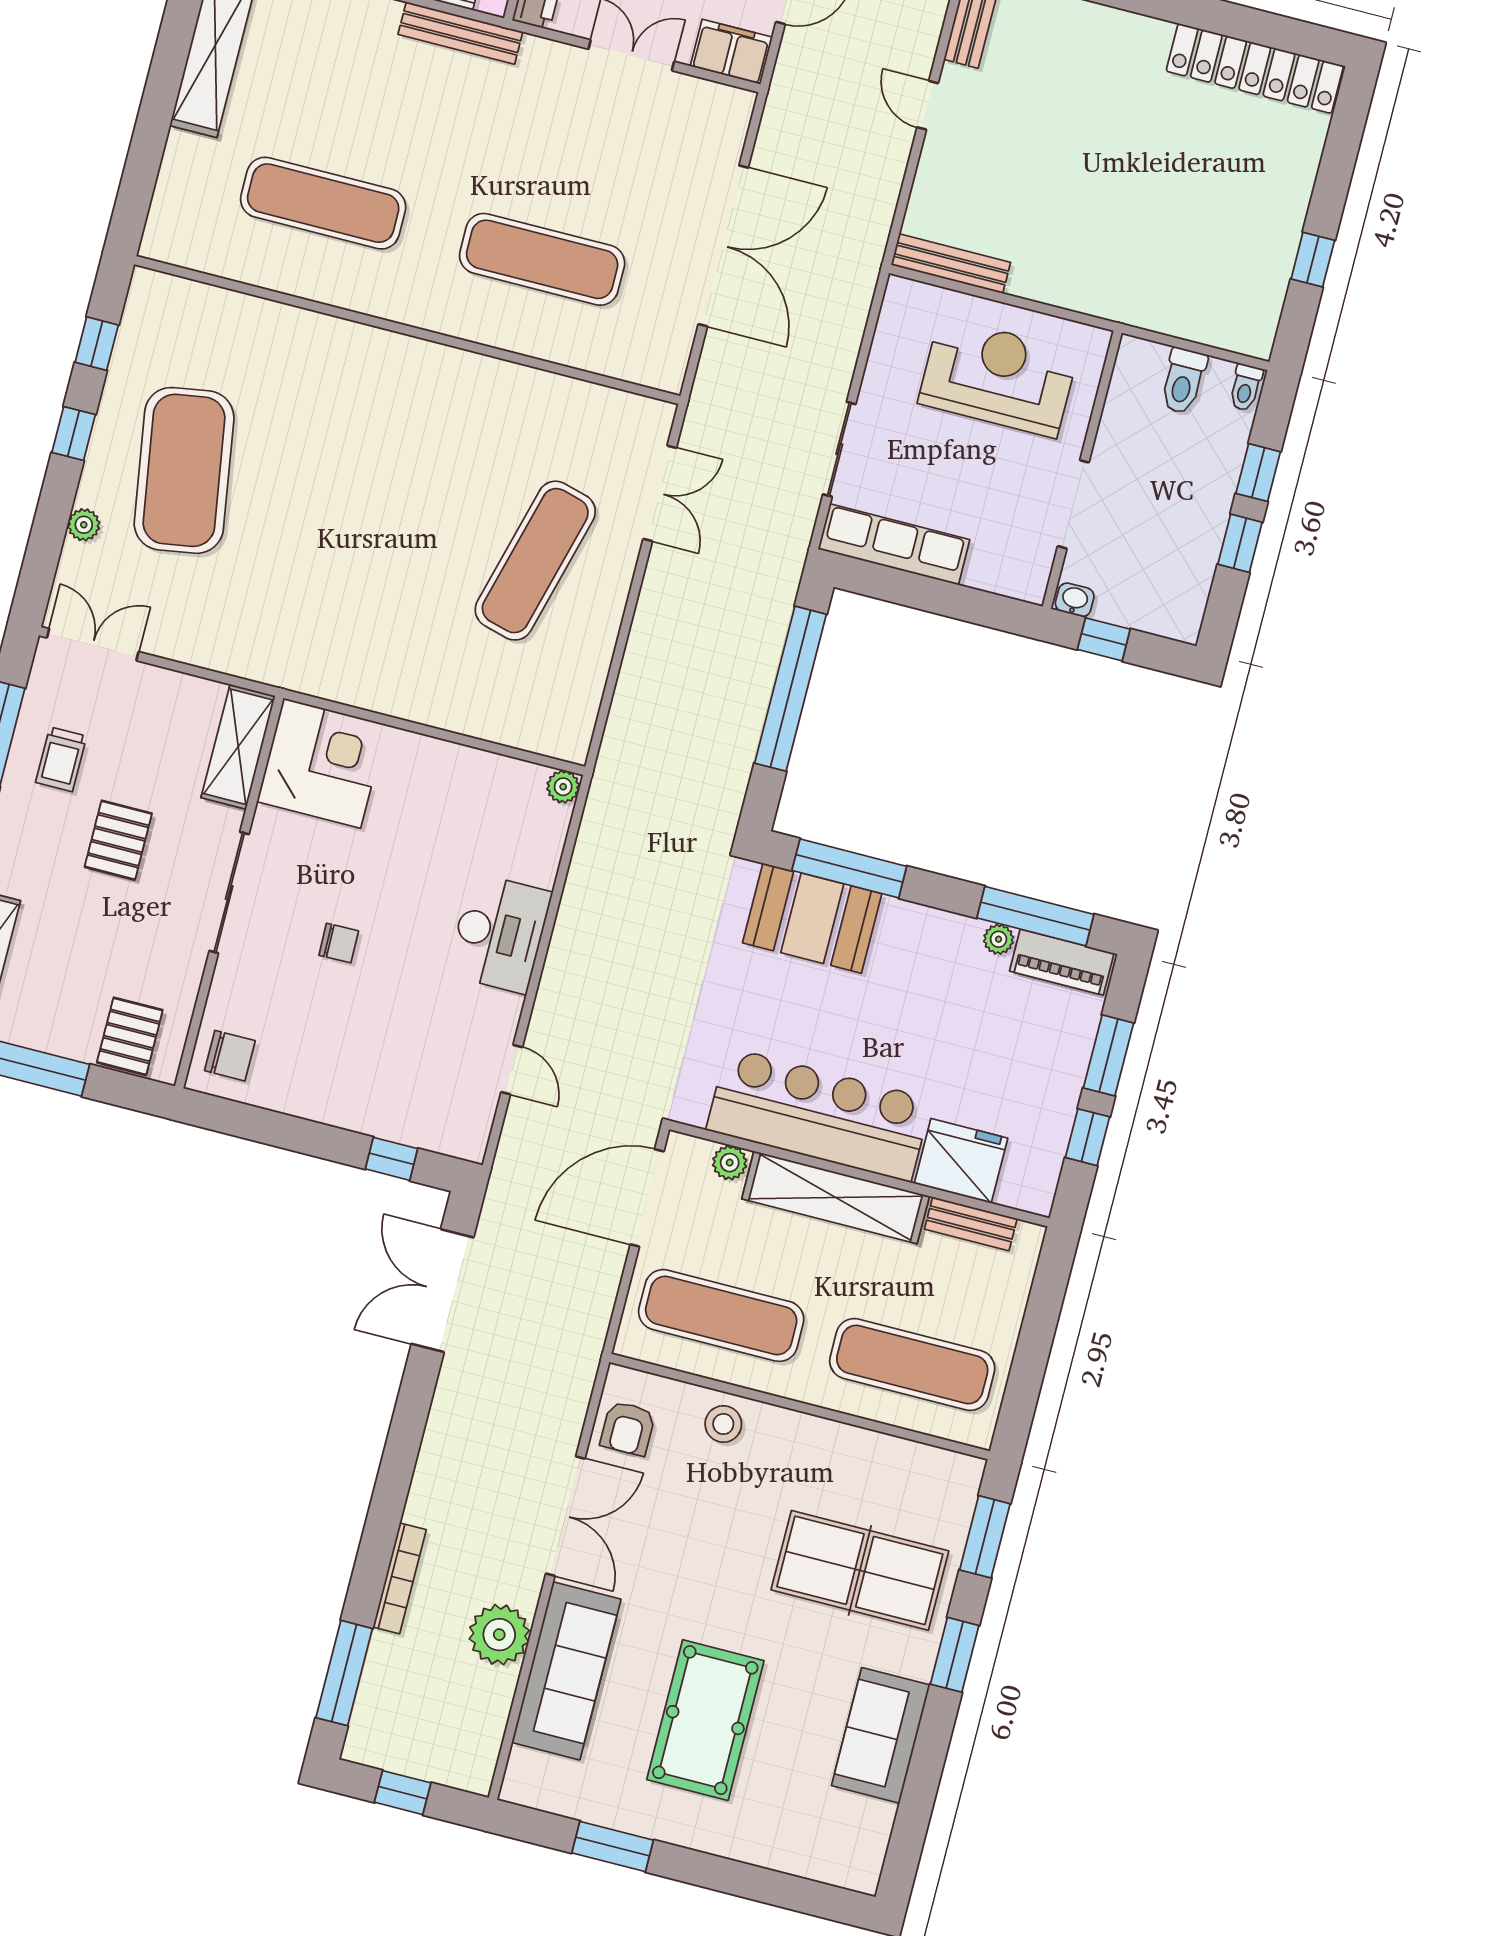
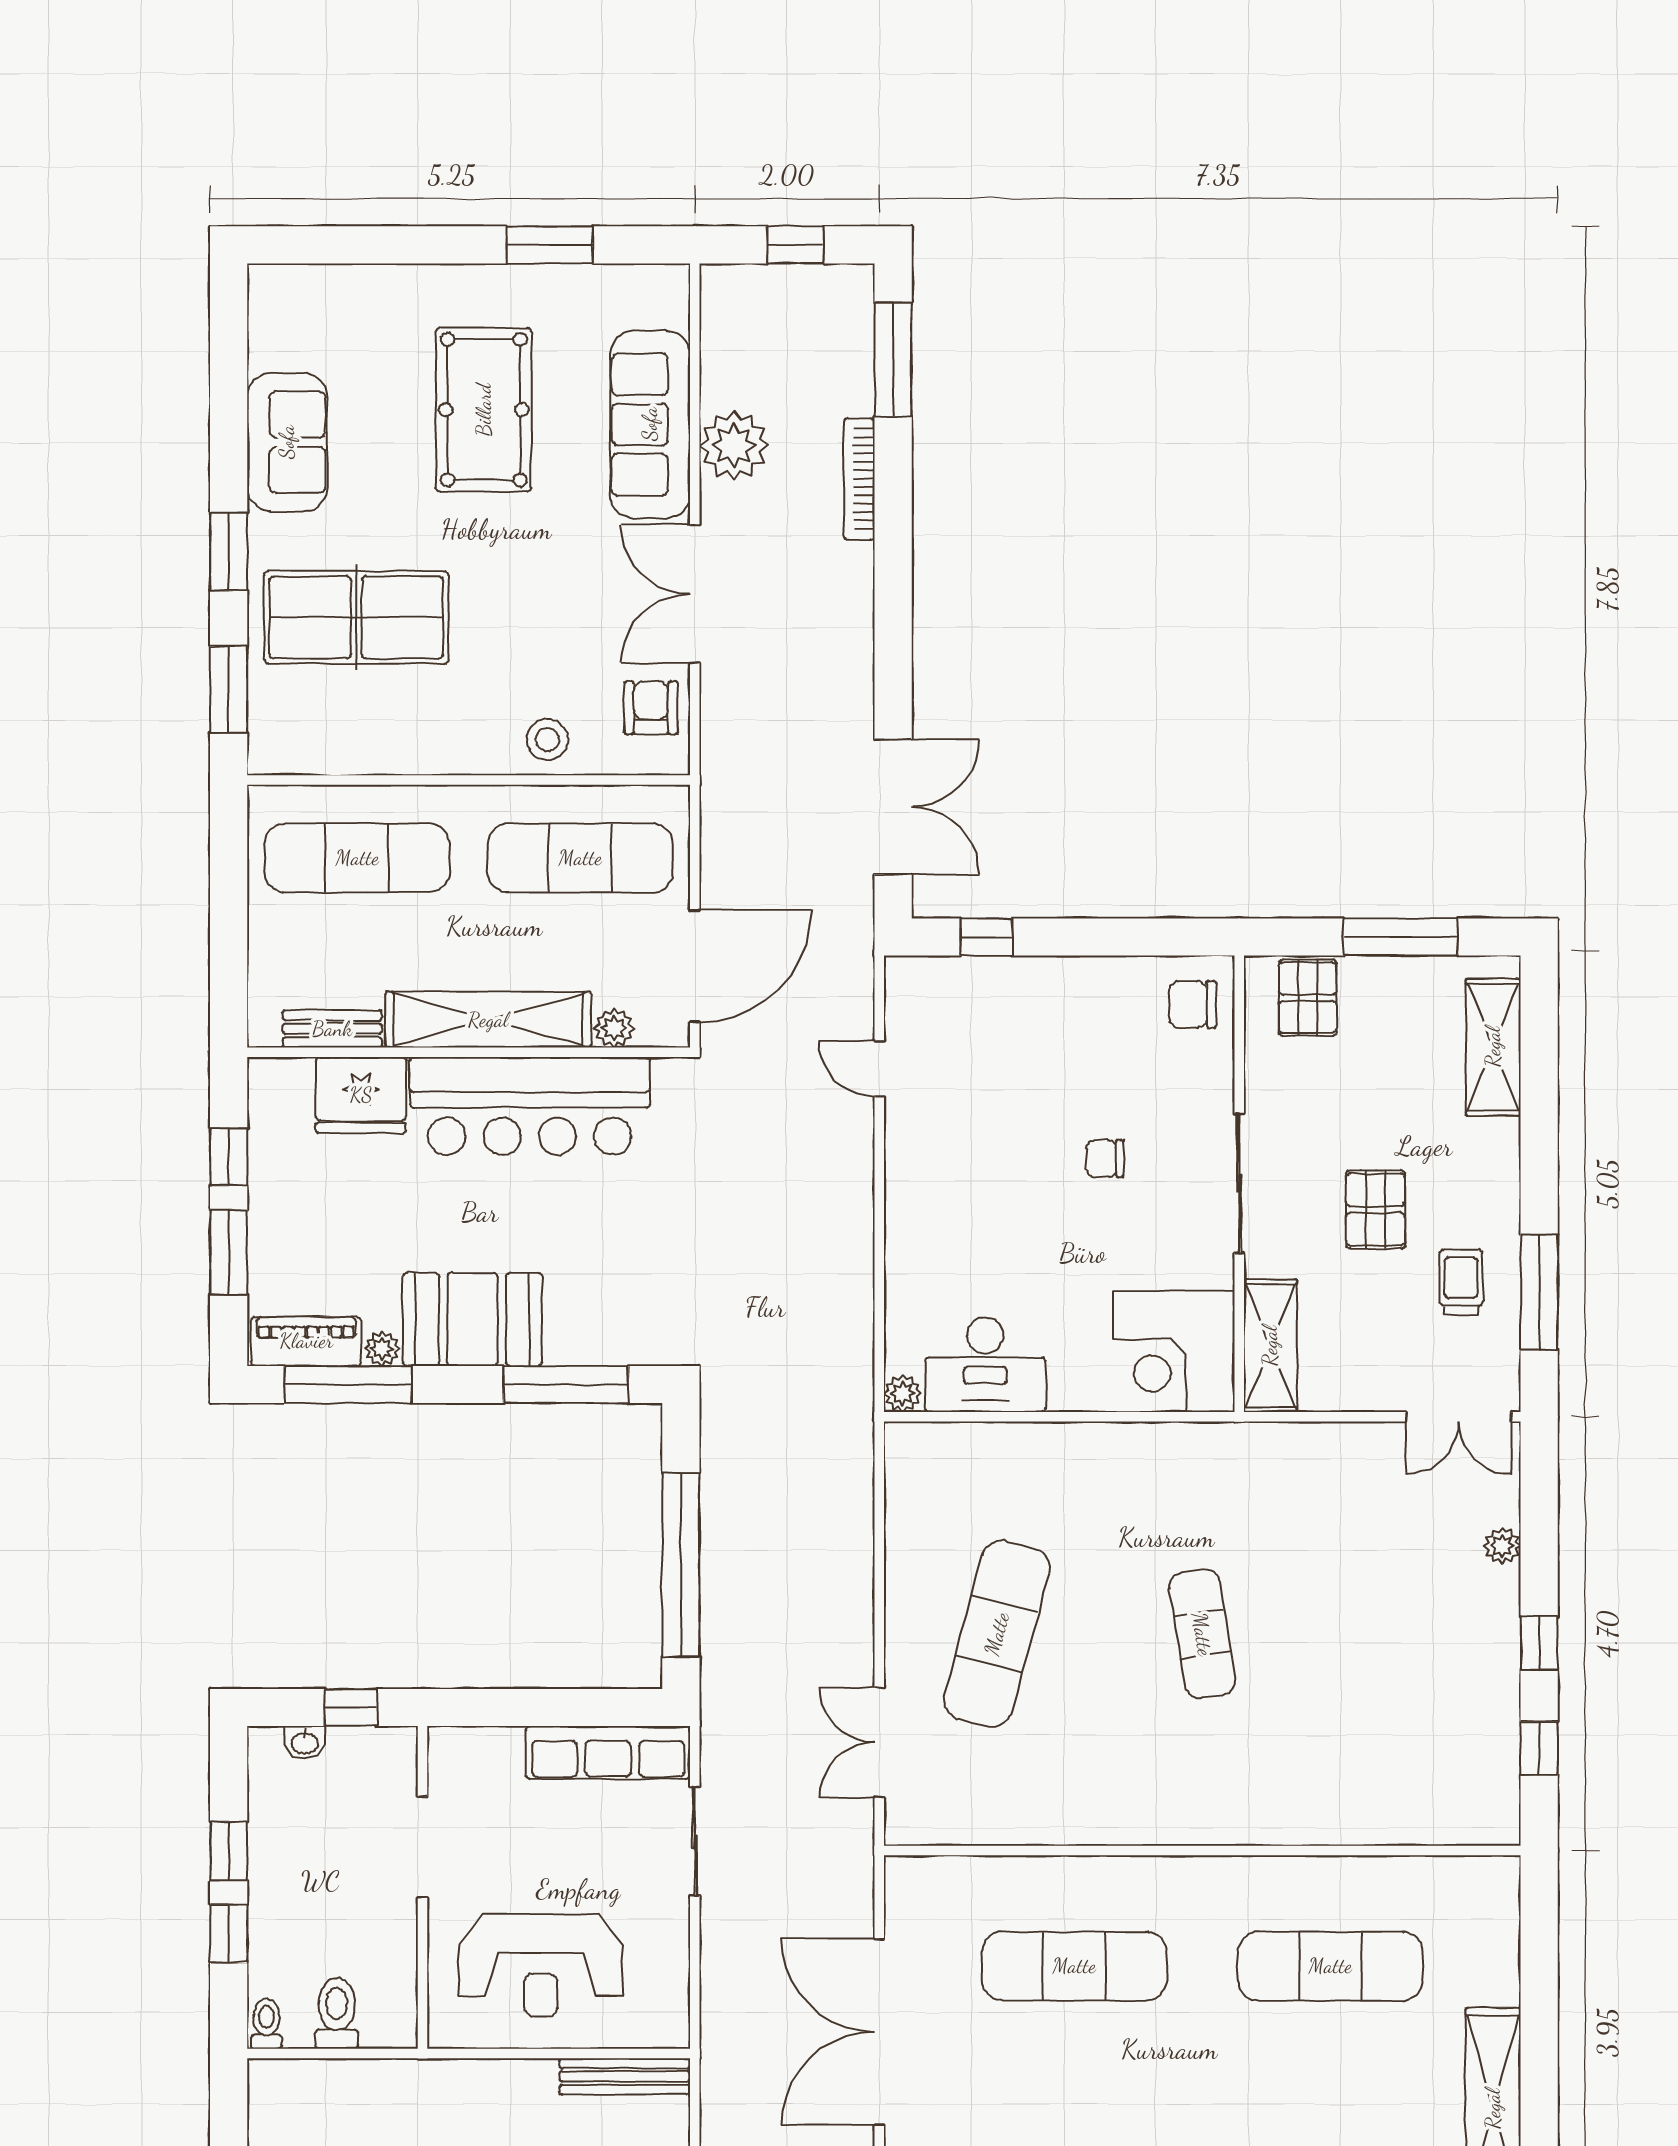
exercise mat: (184, 470) -> (1202, 1634), moved, width x0.50, depth x0.69
washbasin: (1075, 600) -> (305, 1743), moved
booth: (812, 918) -> (473, 1319), moved
desk: (499, 933) -> (985, 1365), moved, turned -90

